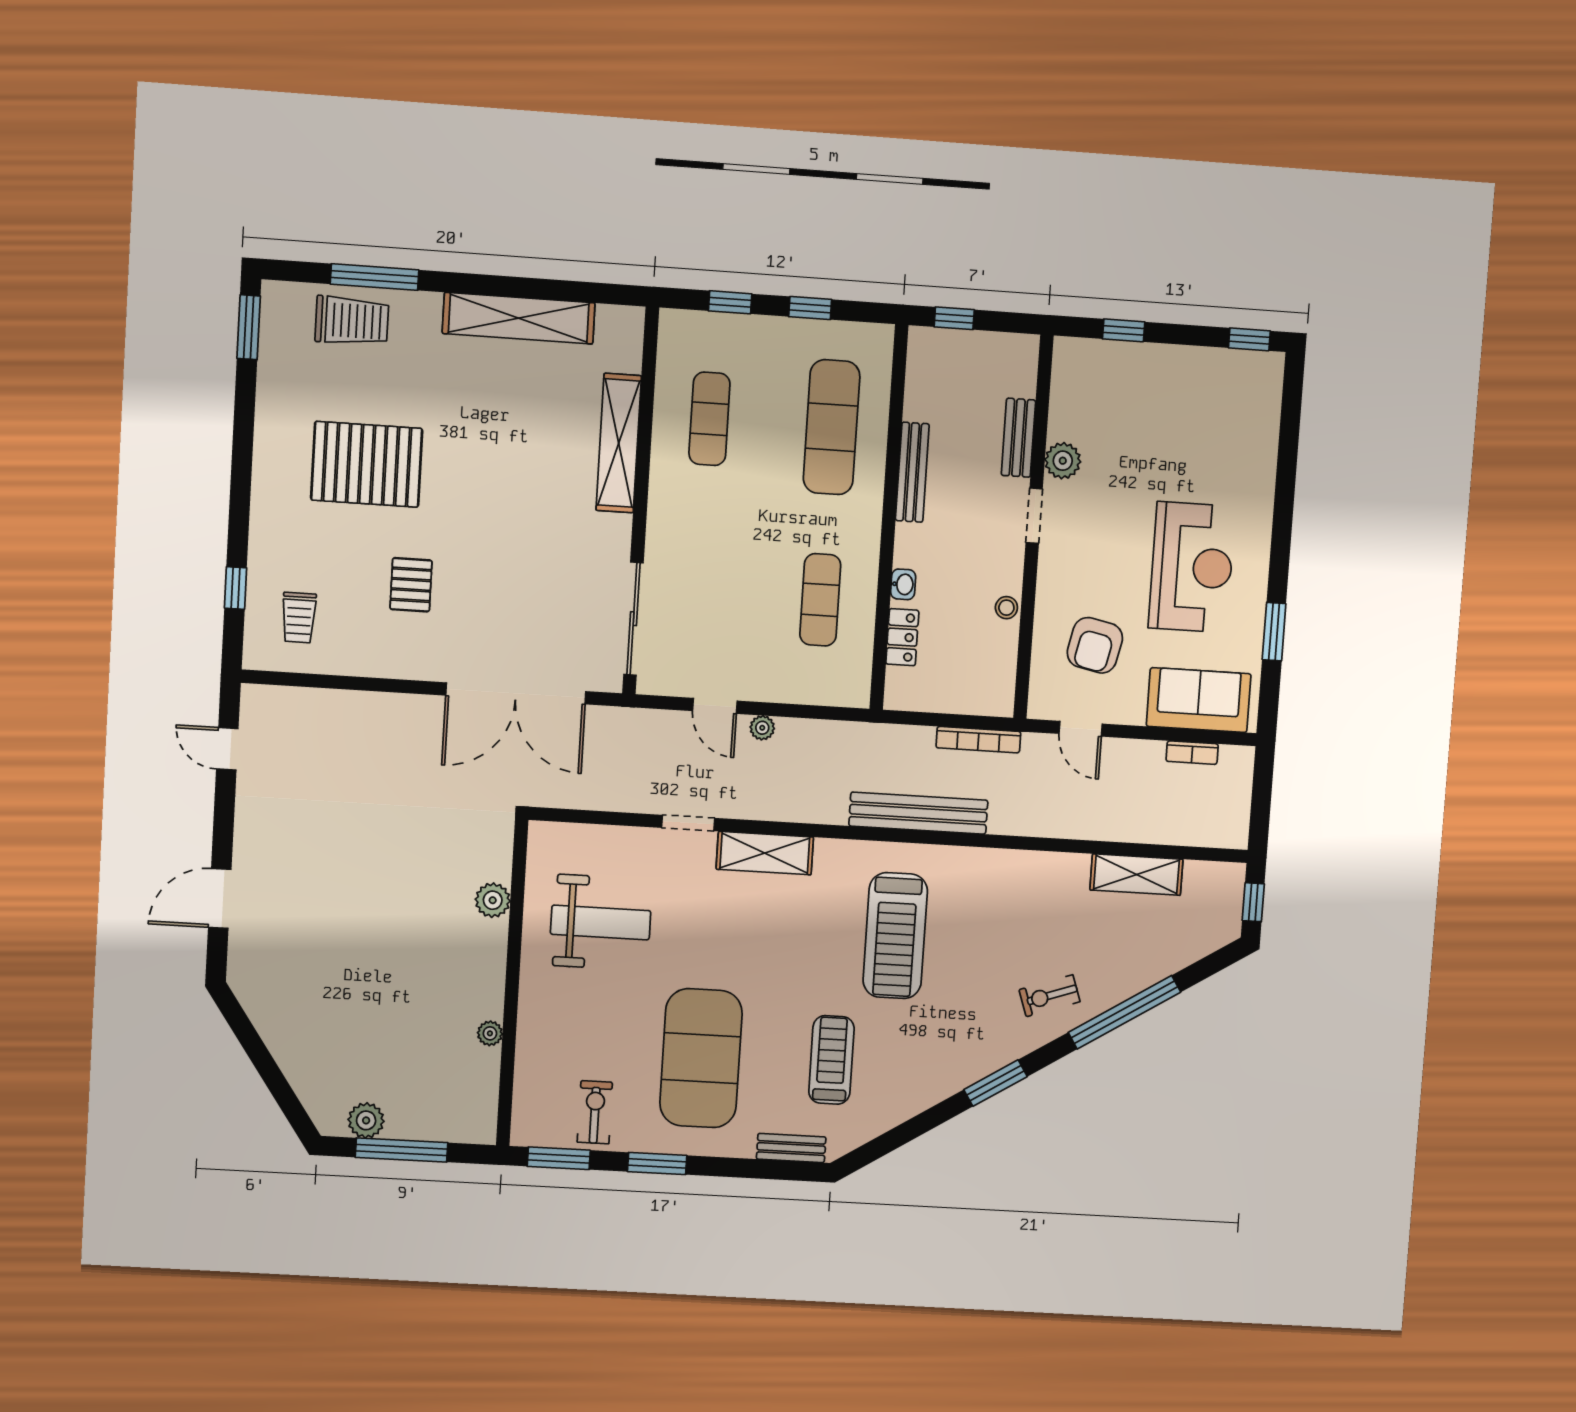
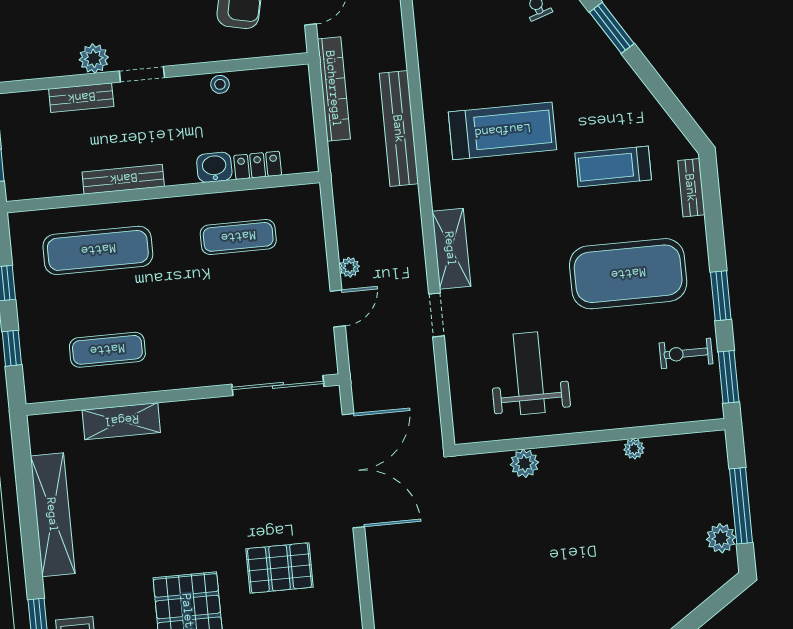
shelving: (619, 443) -> (121, 421), width x0.68
washbasin: (903, 584) -> (214, 167), width x1.38, depth x1.45
pallet: (411, 585) -> (280, 568), width x1.50, depth x1.42
bookcase: (978, 740) -> (334, 89), width x1.48, depth x1.31

